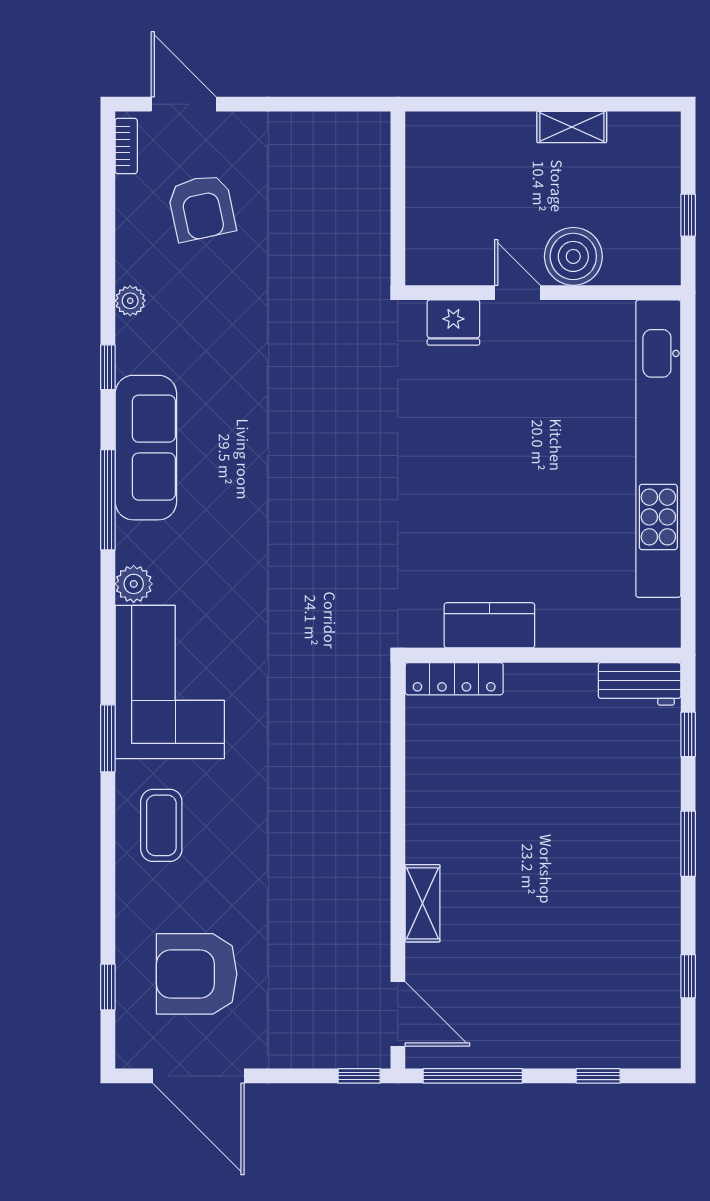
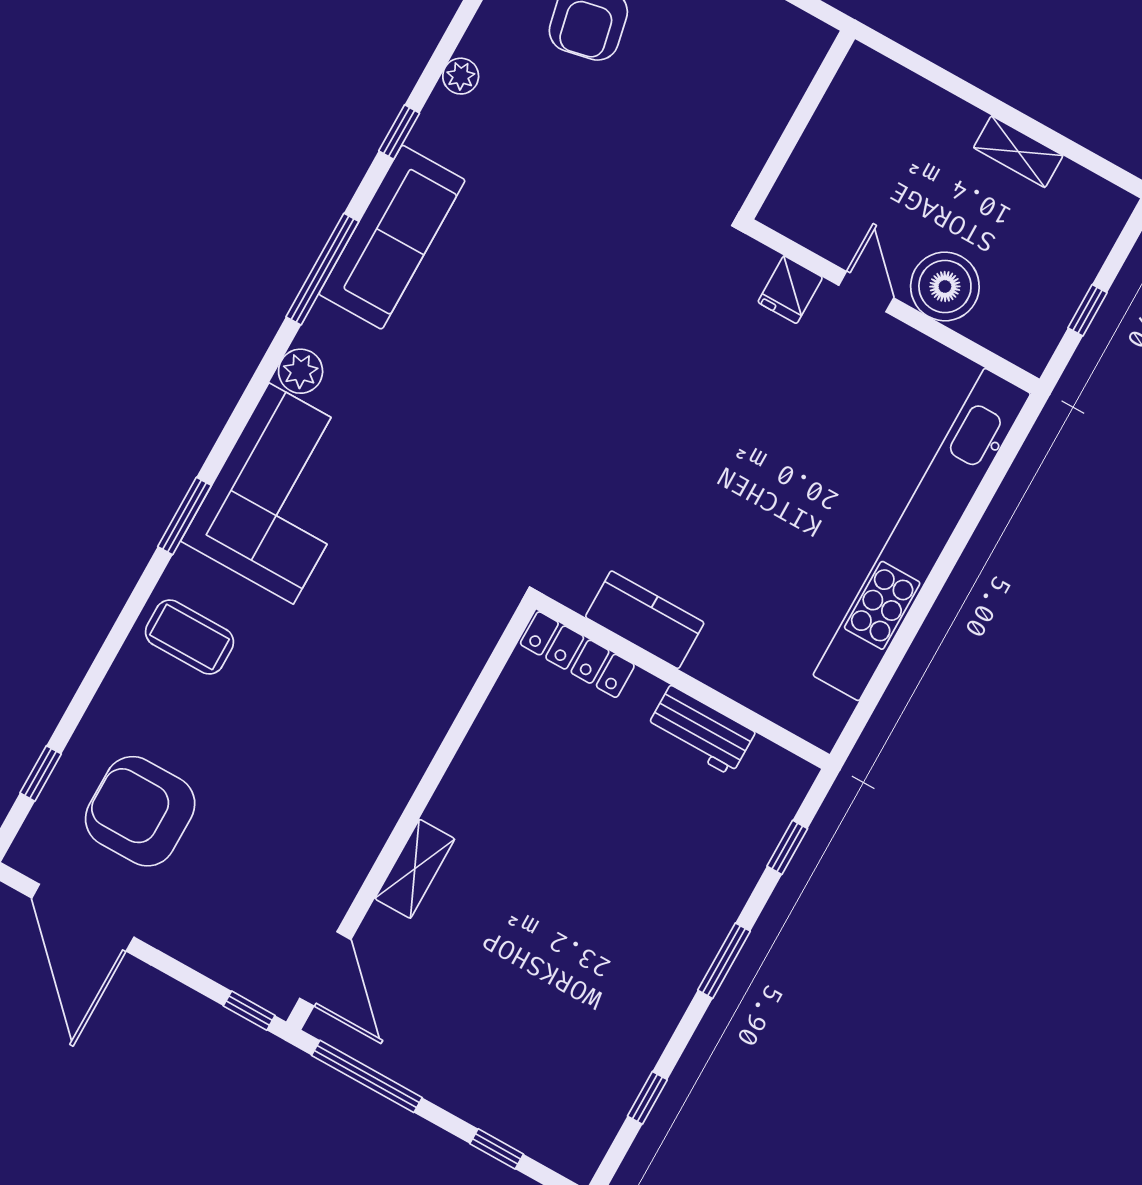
fridge: (453, 322) -> (790, 290), width x0.72
workbench: (640, 684) -> (701, 731), moved
coffee table: (161, 825) -> (190, 637), turned 90

